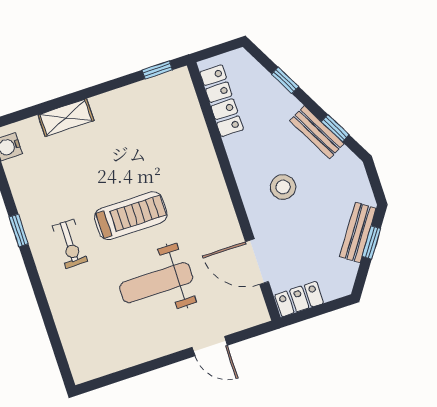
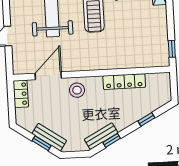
locker: (222, 101) -> (124, 82), moved
bench: (317, 132) -> (101, 136), moved
stool: (283, 187) -> (77, 90), moved

